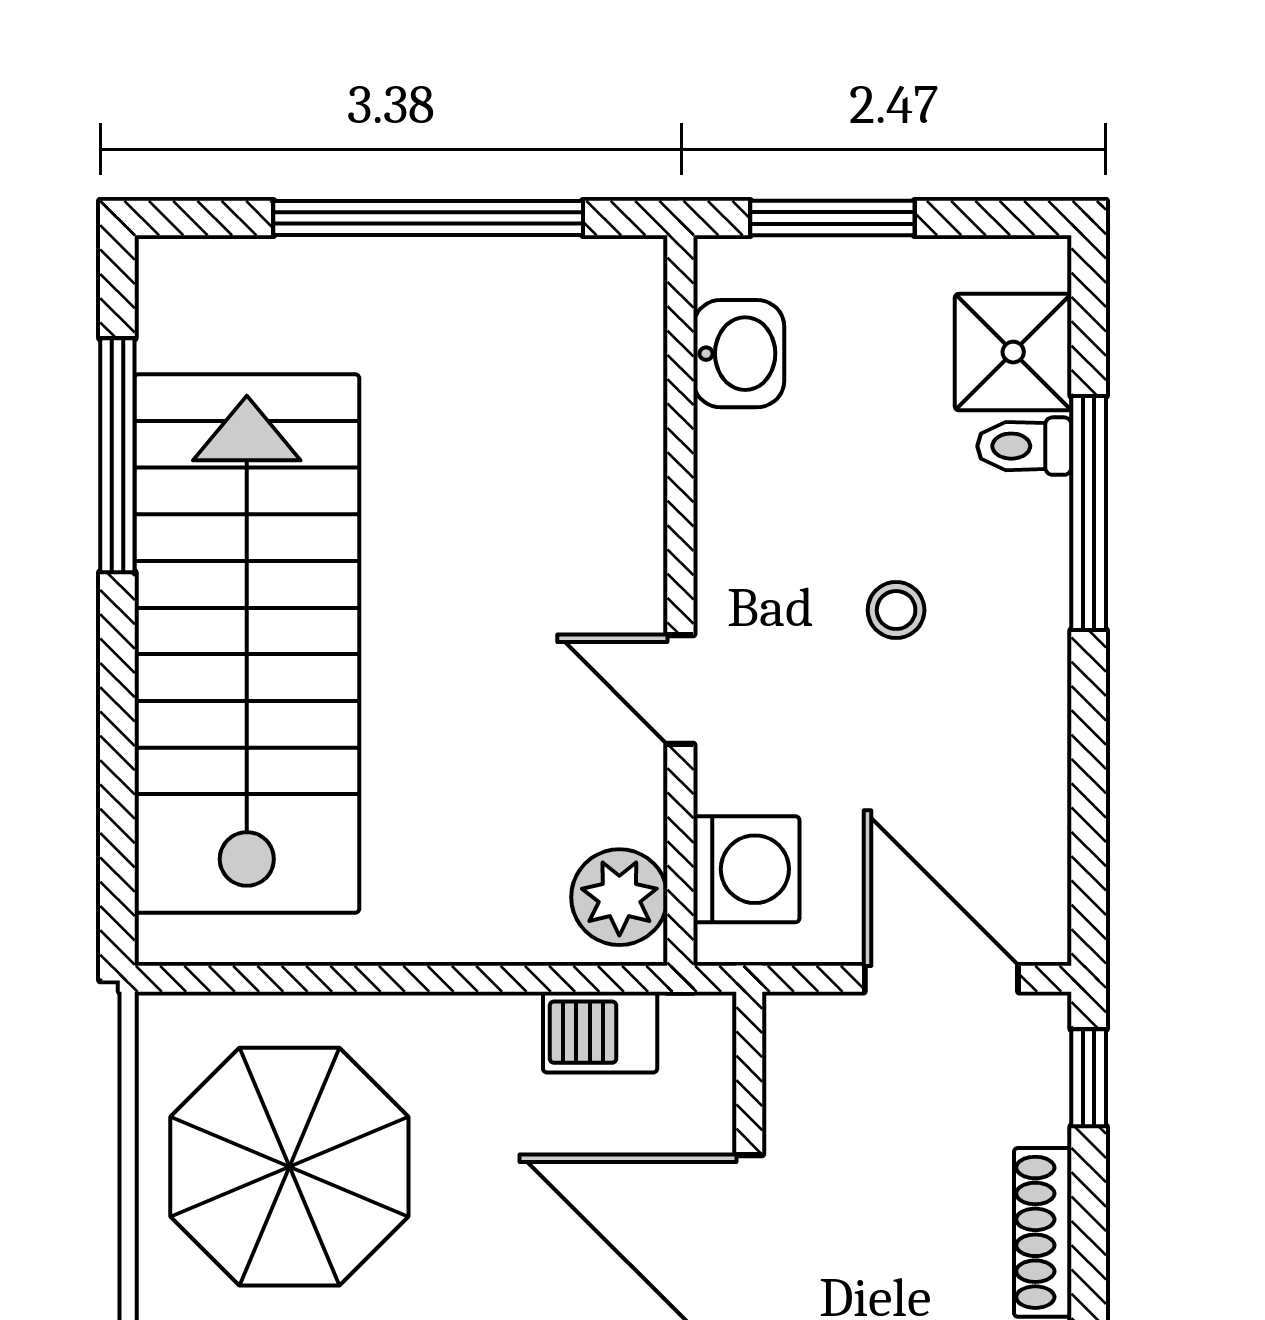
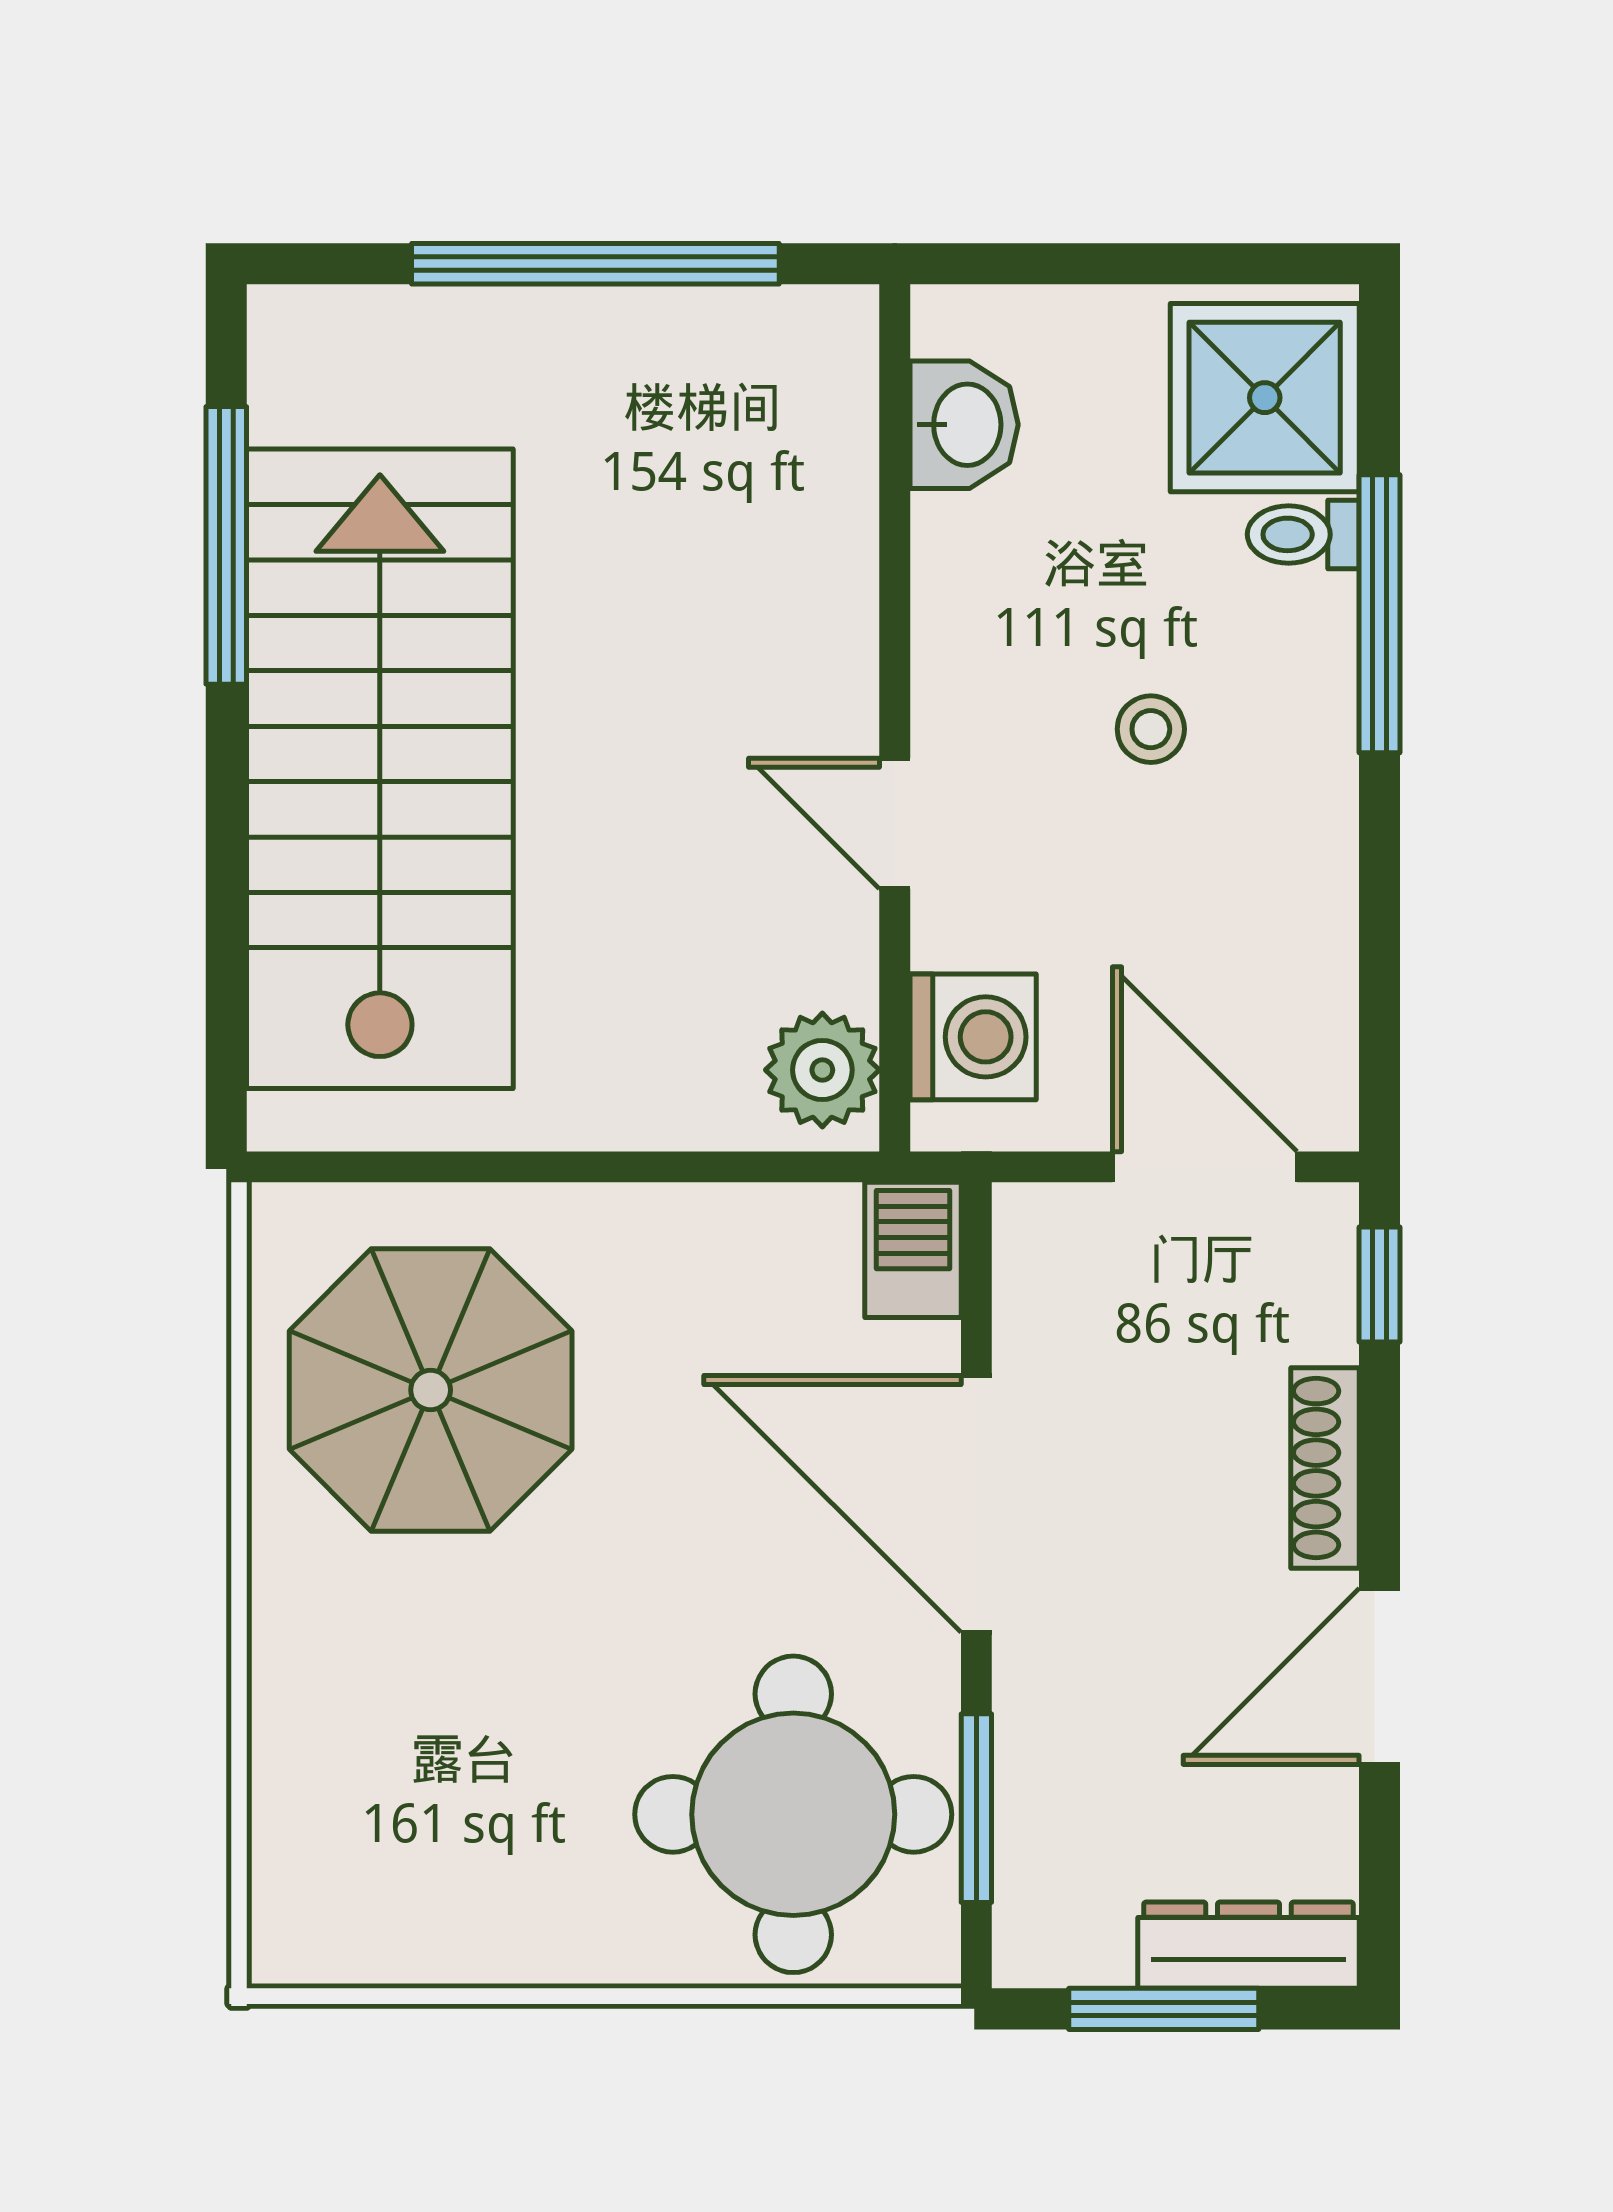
window: (832, 218) -> (1075, 264), removed
shower: (1013, 352) -> (1265, 398), width x1.36, depth x1.36
barbecue: (600, 1032) -> (913, 1250), moved, turned 90

